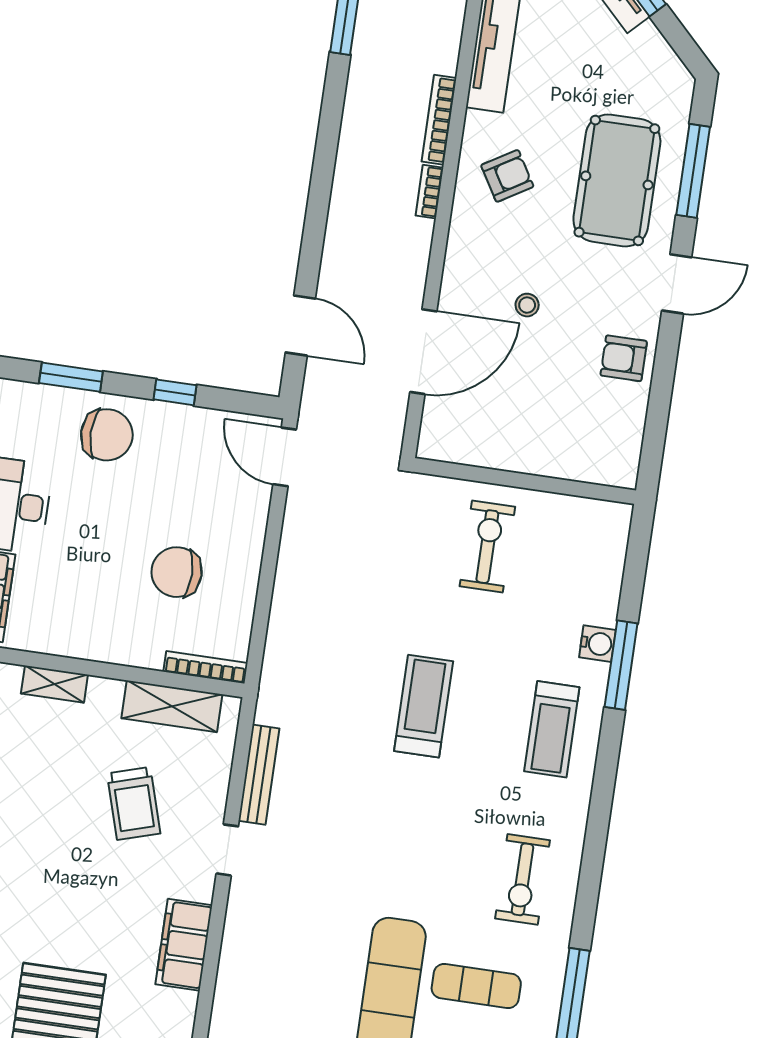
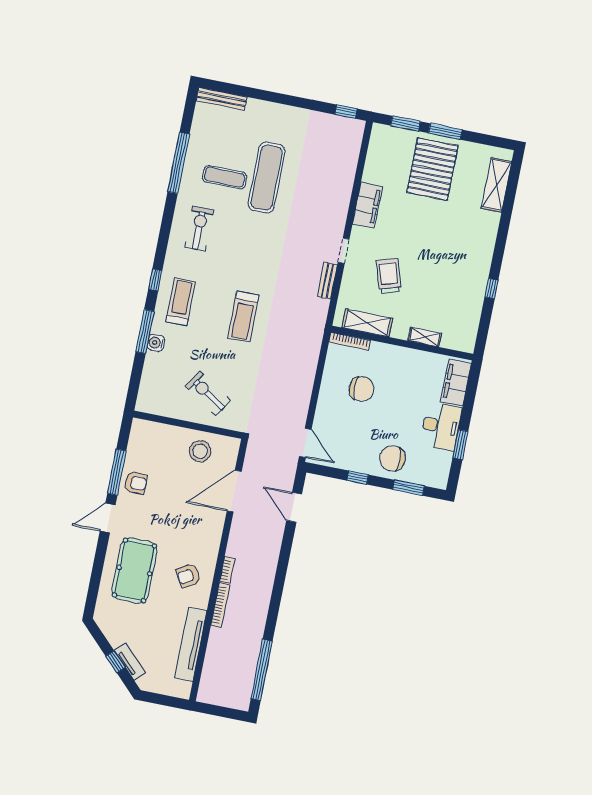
window: (693, 171) -> (117, 472), moved
stool: (527, 305) -> (200, 451), moved, width x1.89, depth x1.89
exercise bike: (487, 547) -> (208, 394), turned 123
window: (606, 771) -> (155, 280), added
bench: (259, 775) -> (327, 281), width x0.73

